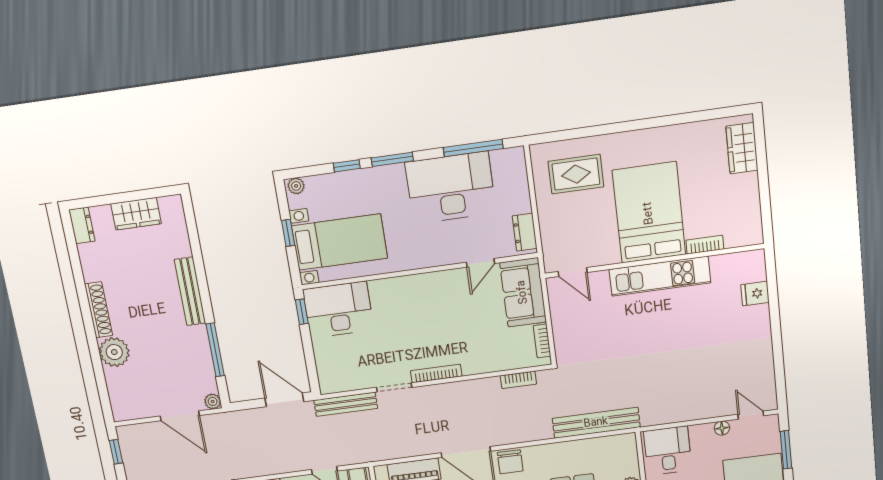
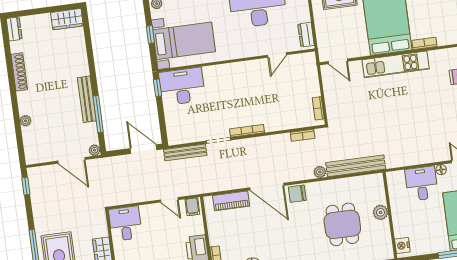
wardrobe: (136, 214) -> (67, 19), moved
bench: (190, 291) -> (87, 99), moved
sofa: (523, 292) -> (305, 75), removed
shoe rack: (99, 310) -> (19, 72), moved
plant: (114, 352) -> (26, 121), width x0.53, depth x0.53
plant: (543, 432) -> (320, 172), added
desk: (668, 451) -> (422, 183), moved
chair: (510, 462) -> (297, 194), turned 90

